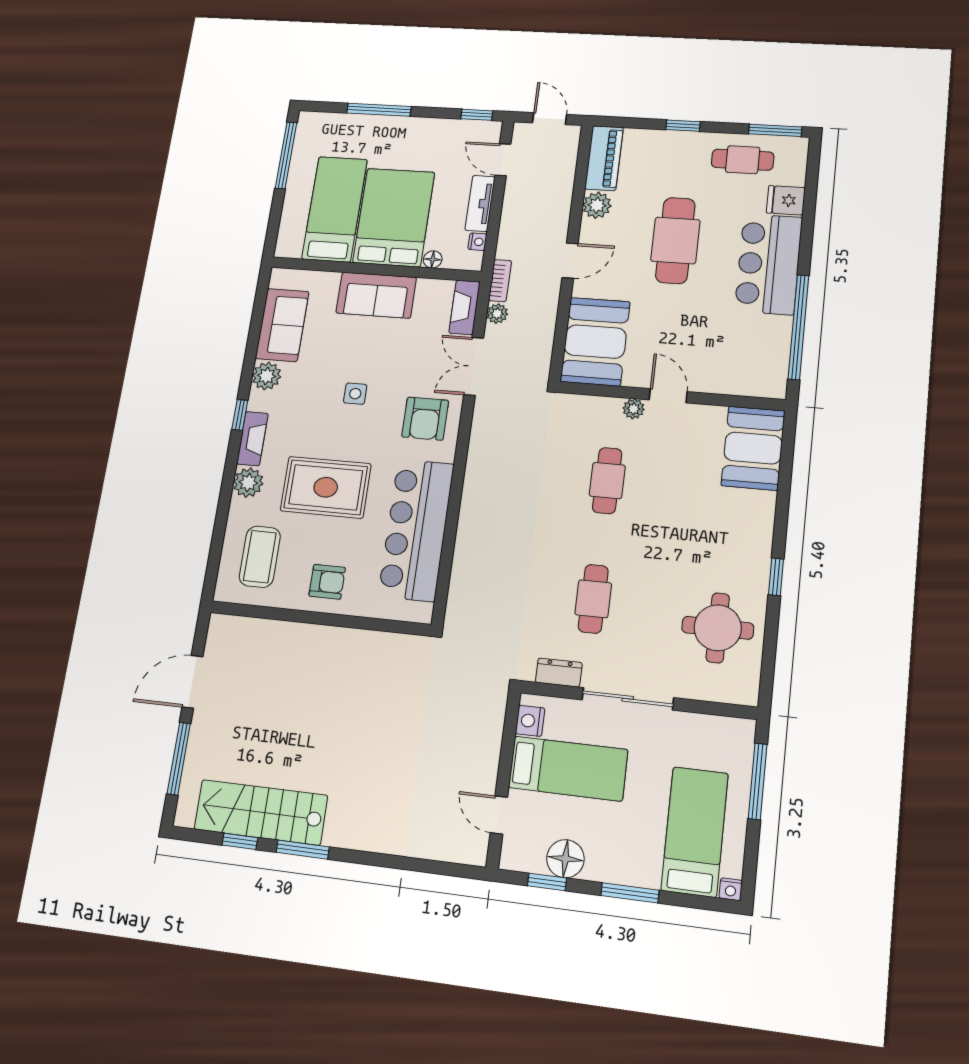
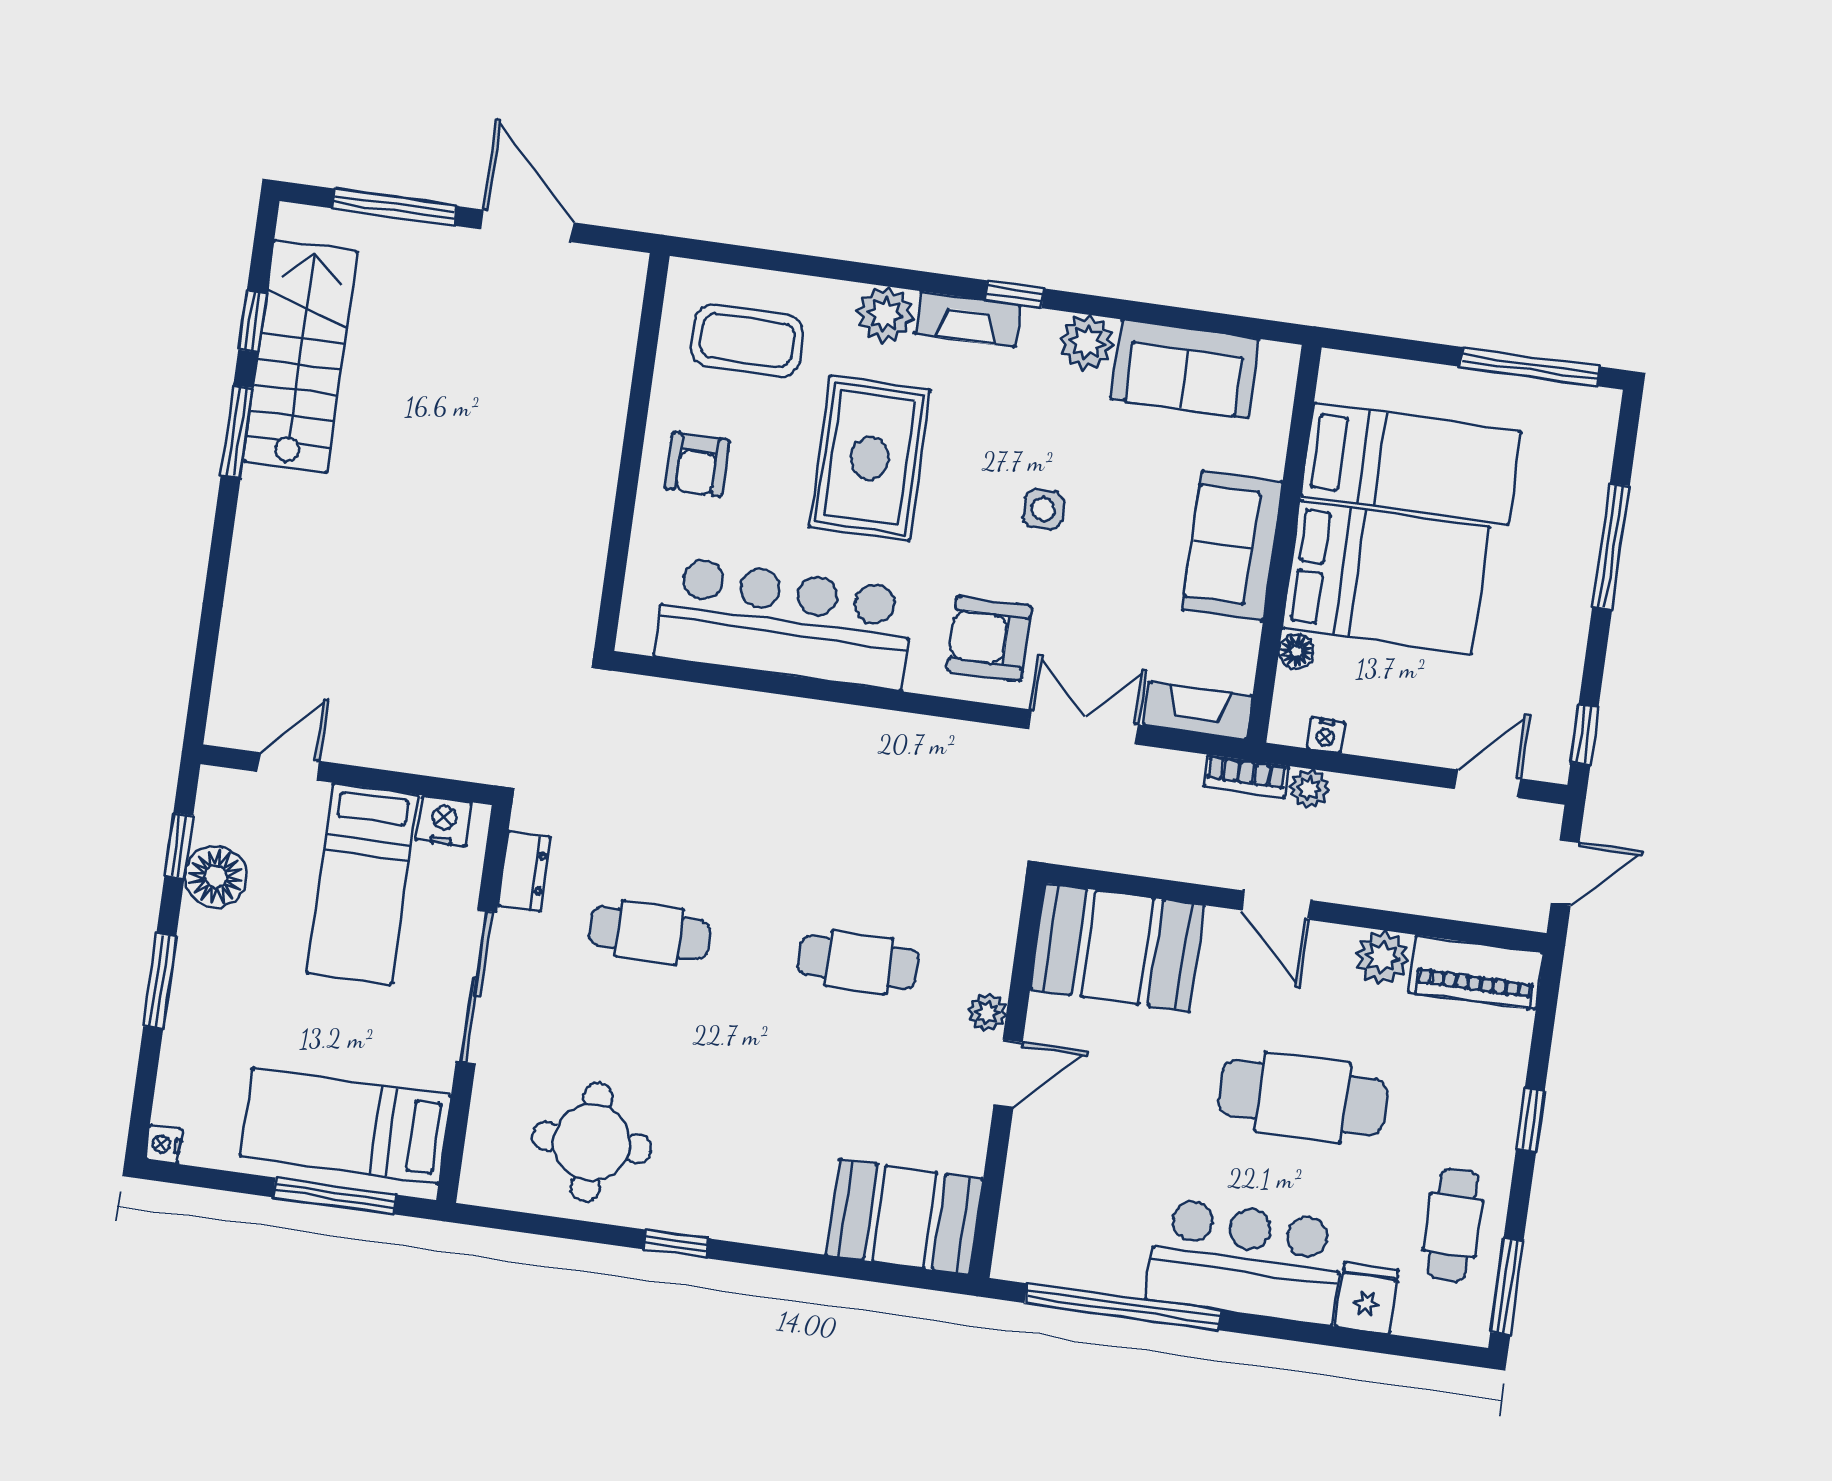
tv unit: (480, 203) -> (1402, 740), removed
plant: (497, 314) -> (1309, 789), moved
bed: (695, 832) -> (345, 1126), moved, turned 180

